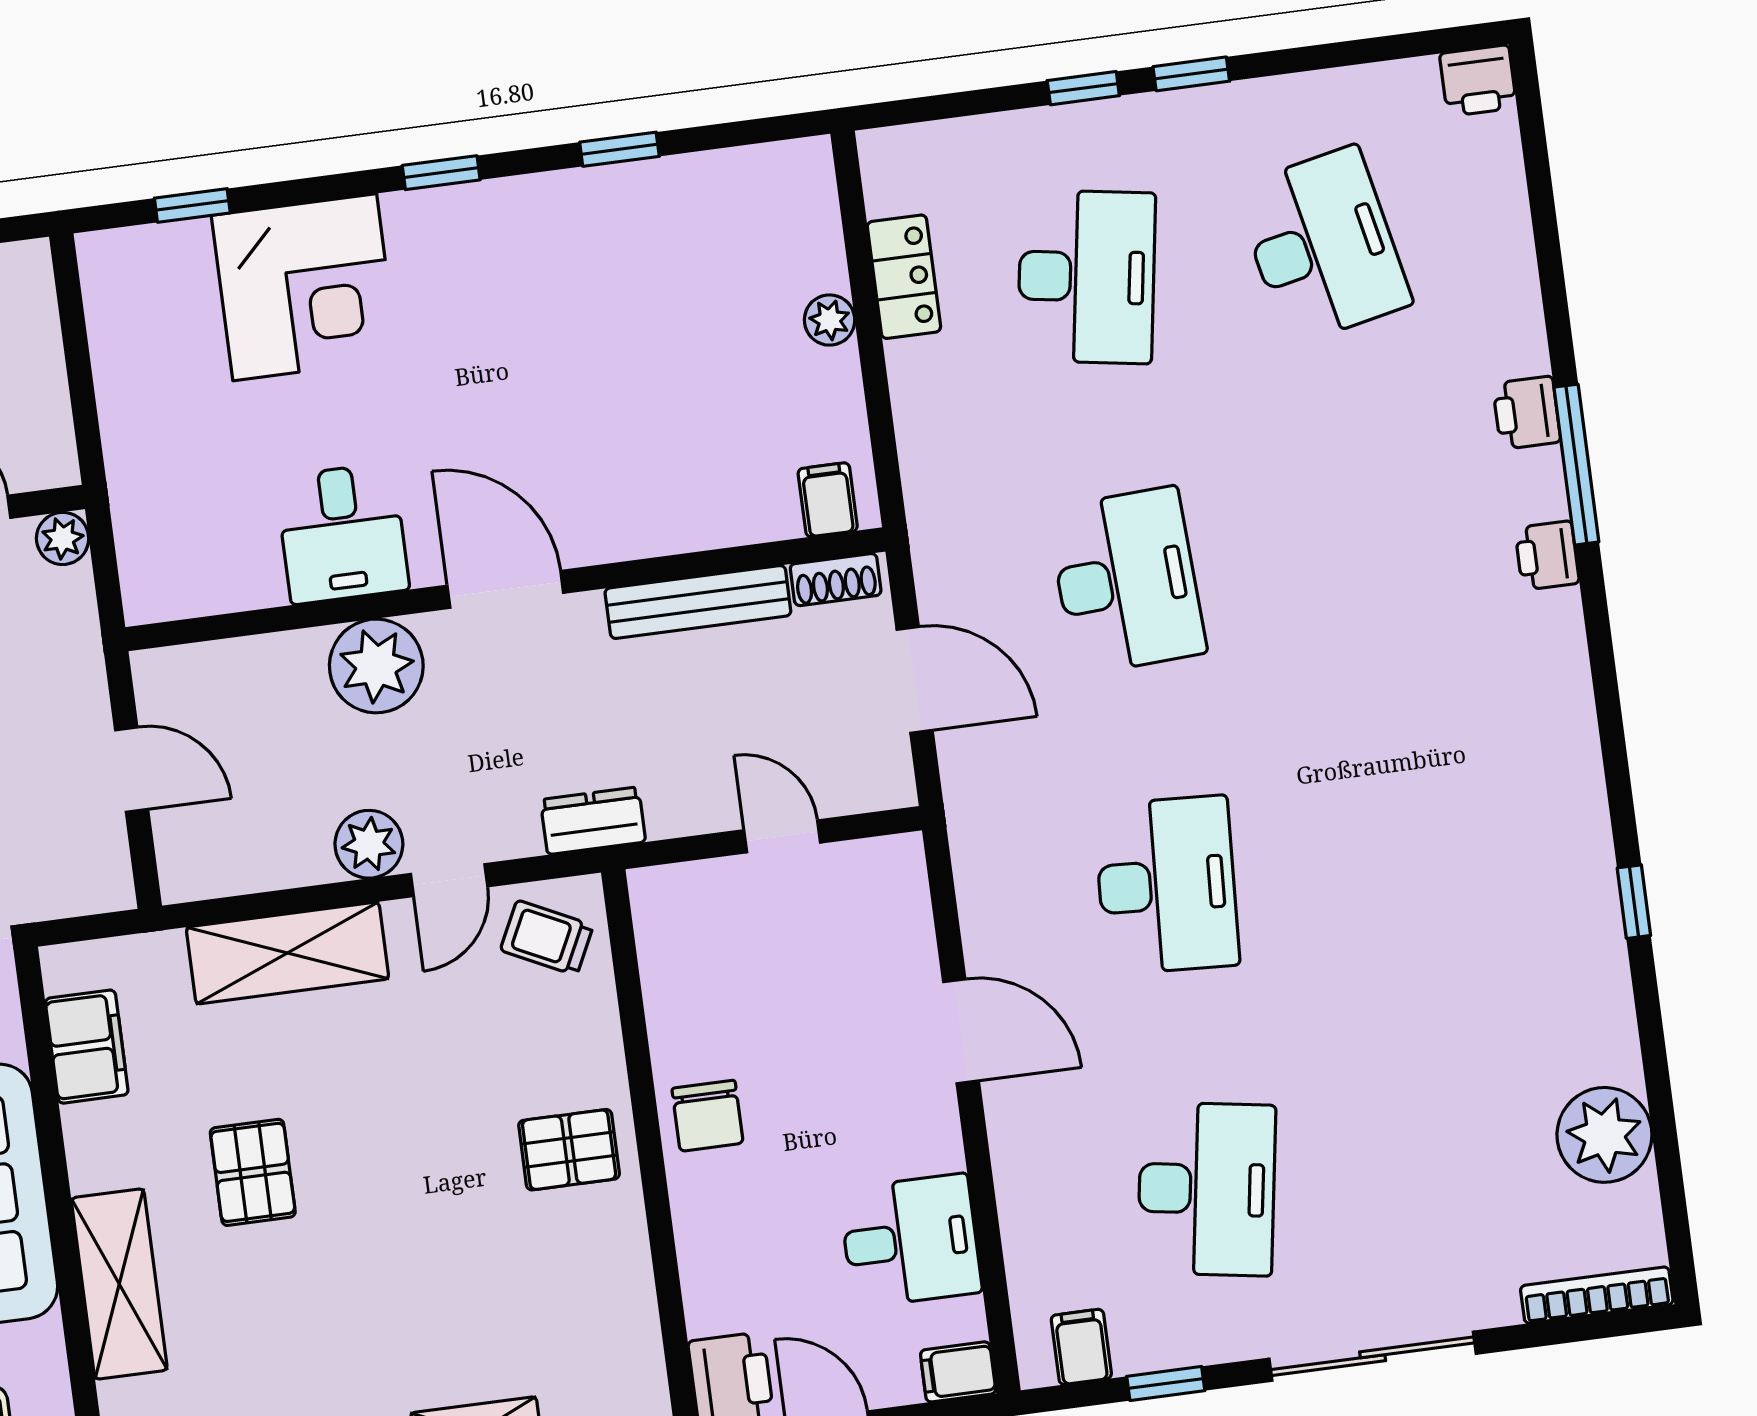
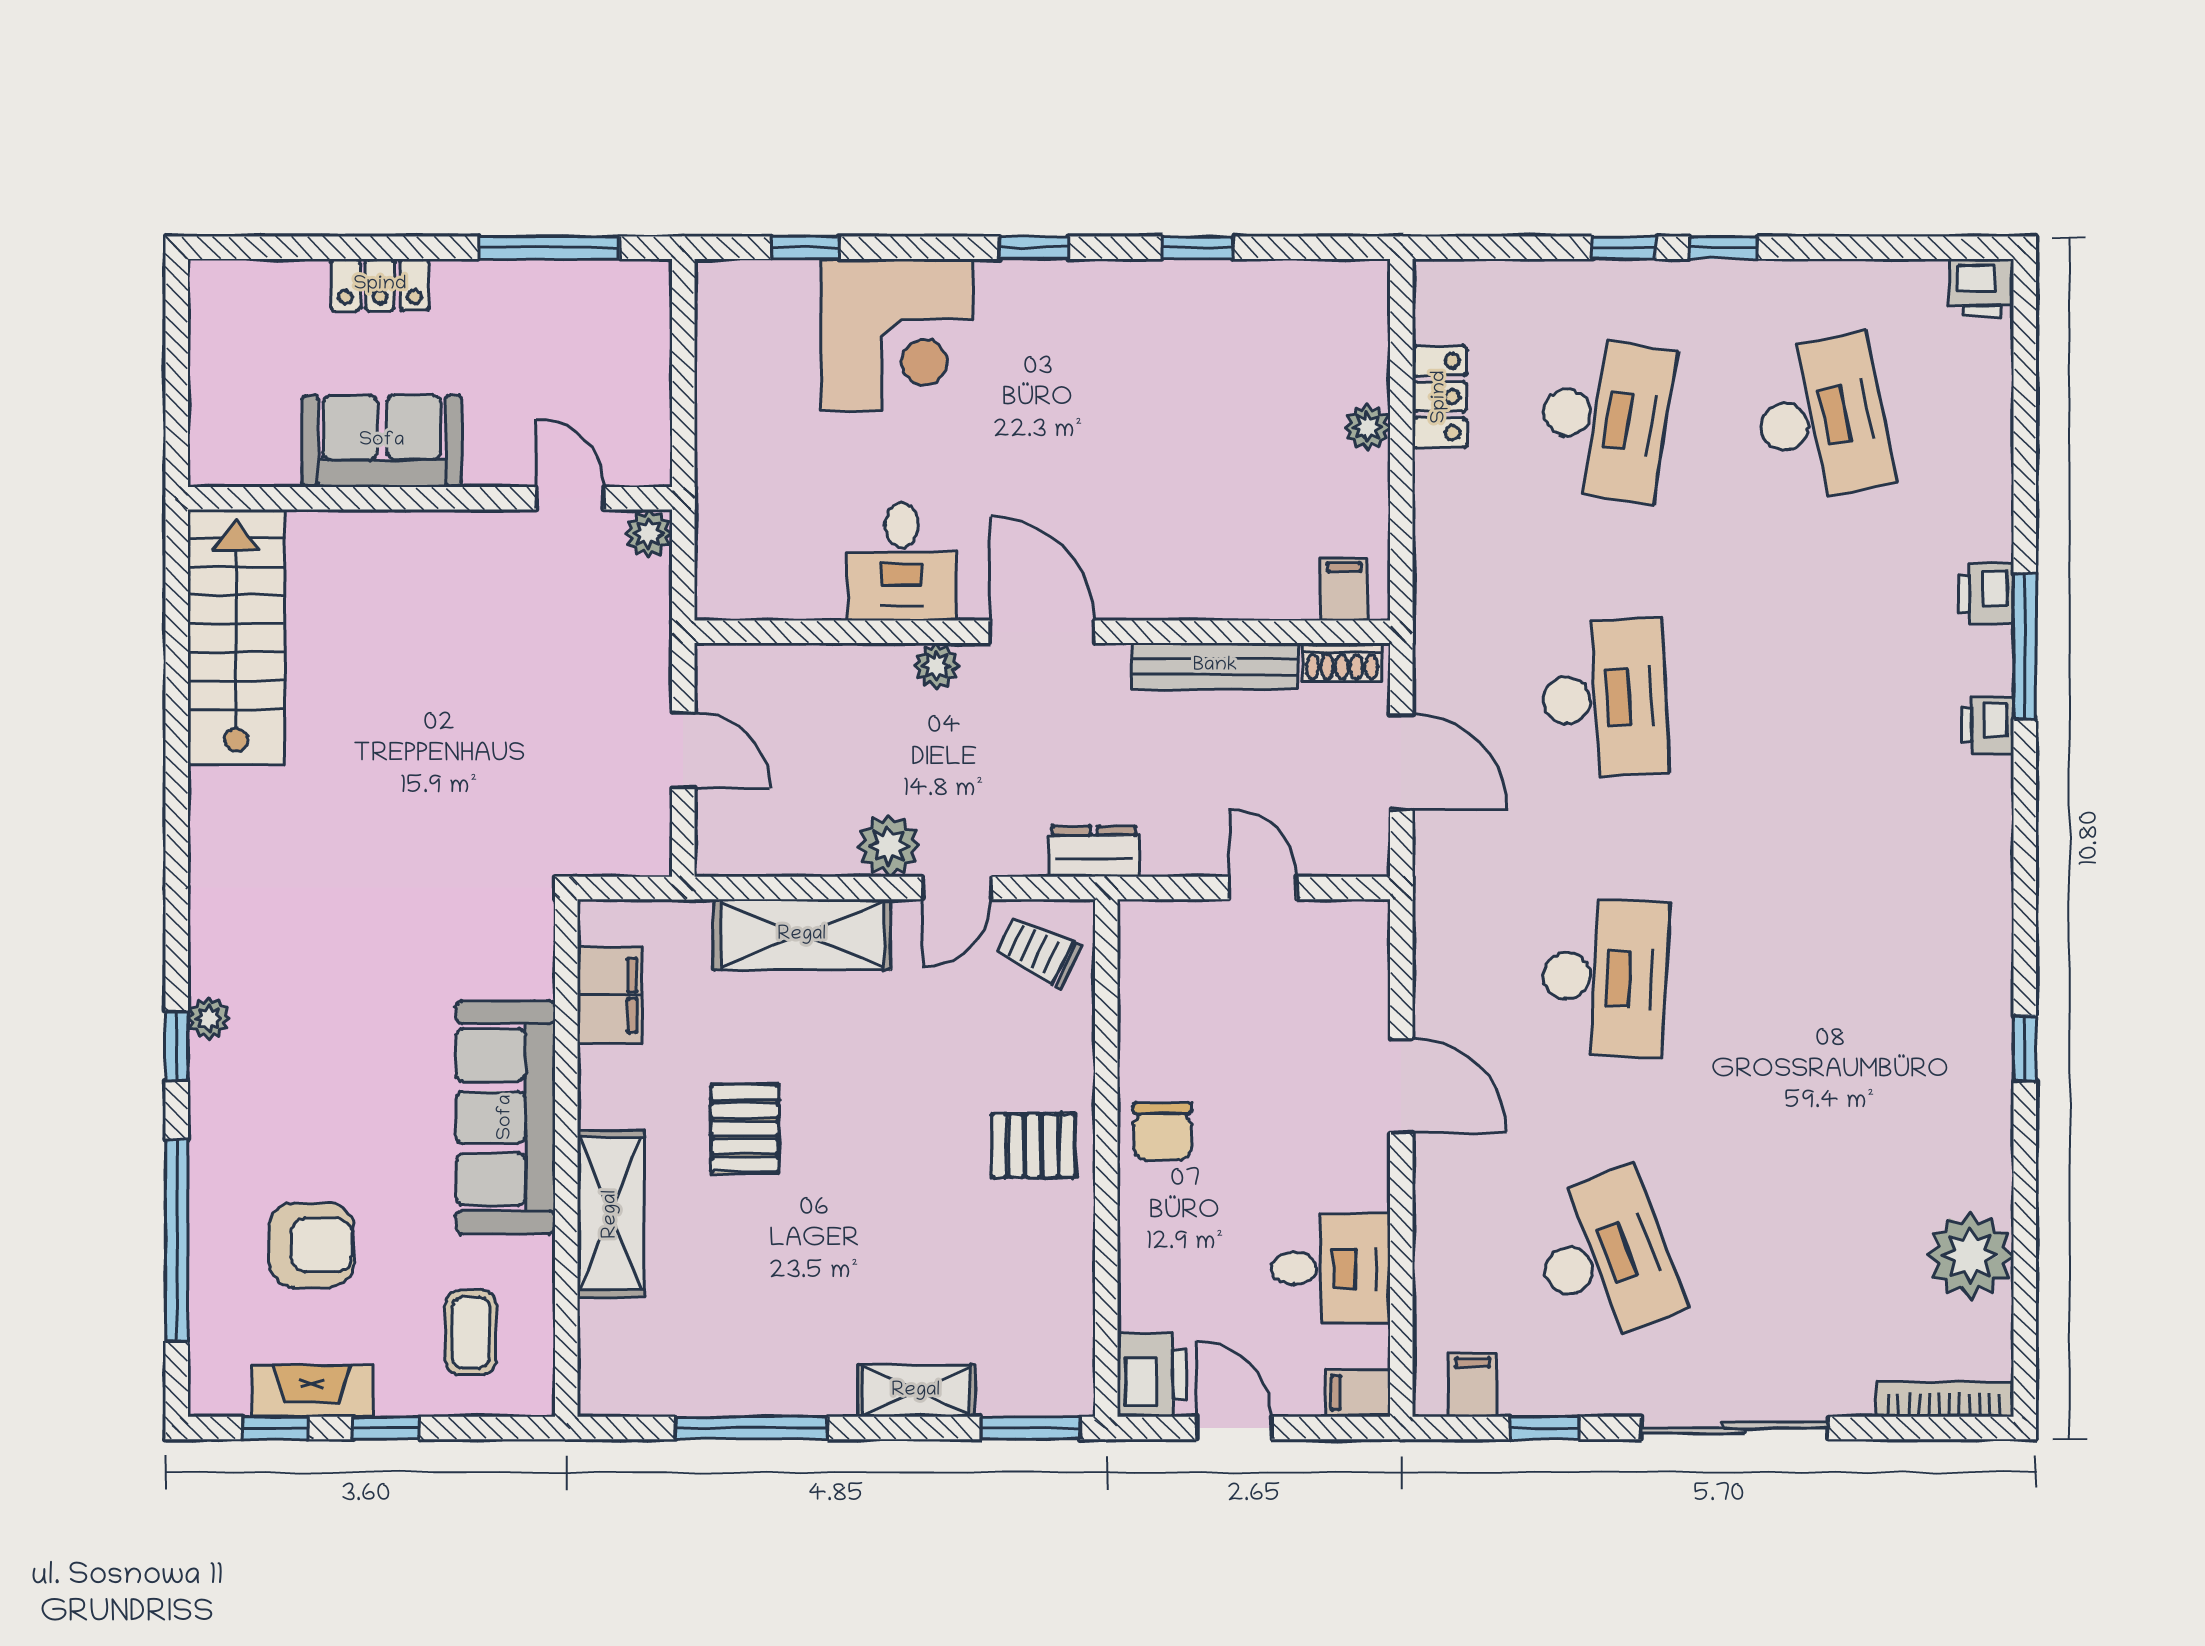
plant: (376, 666) -> (937, 666), width x0.53, depth x0.53
desk: (1207, 1189) -> (1605, 1257), turned -30

